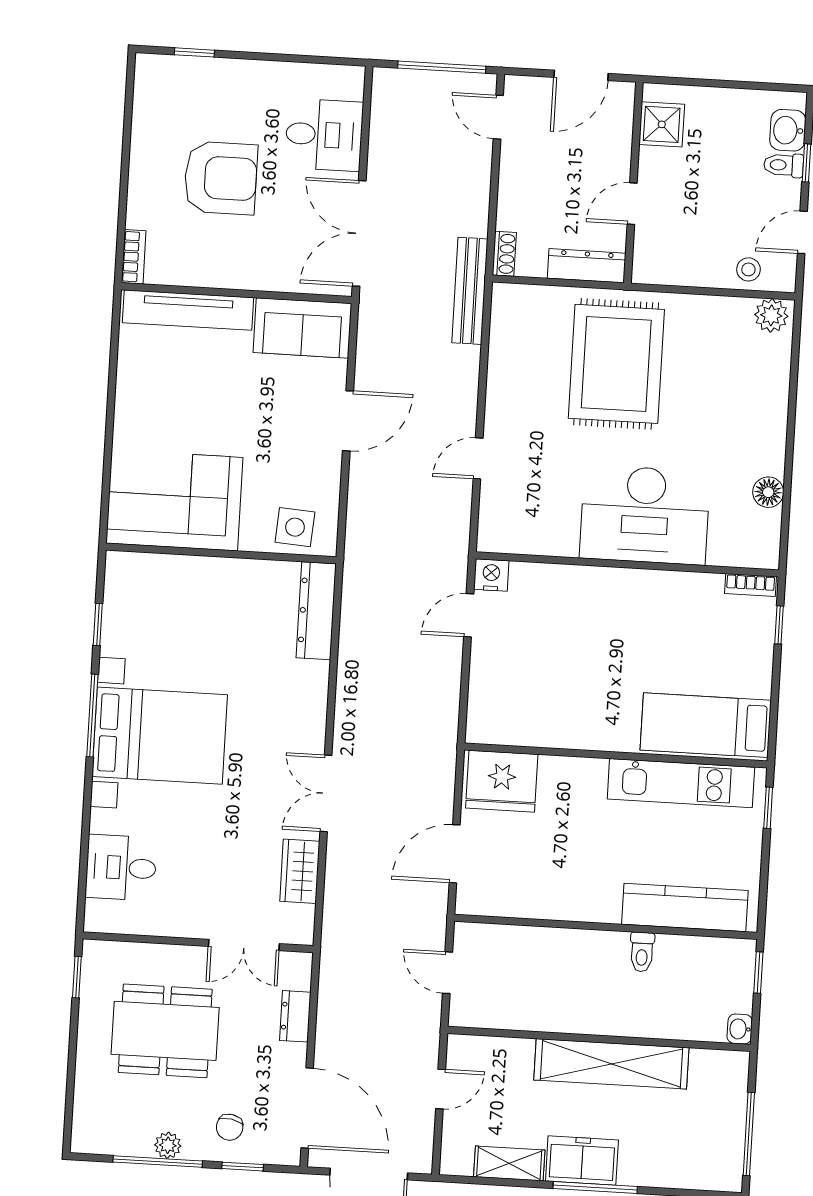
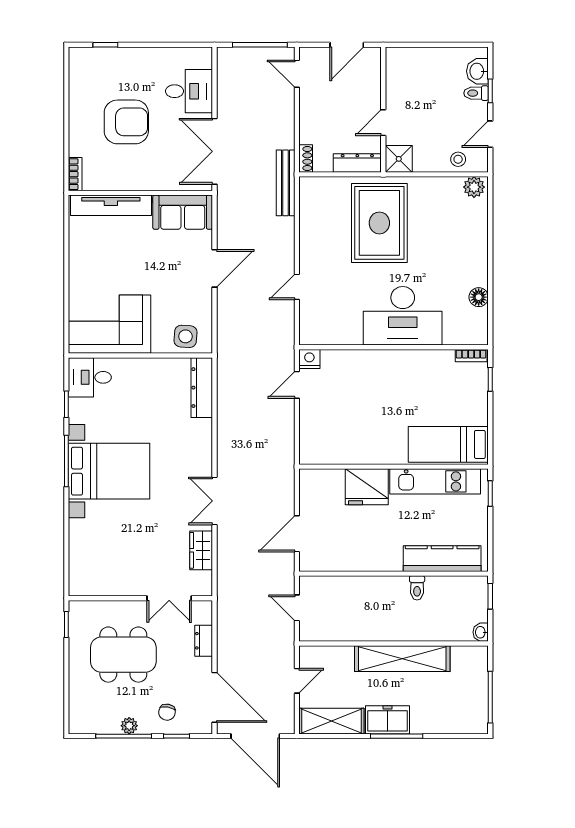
shower: (662, 124) -> (399, 159), moved
fridge: (502, 781) -> (367, 487), moved
desk: (121, 868) -> (90, 377), moved
shelving: (509, 1163) -> (332, 721), width x1.50, depth x1.33

